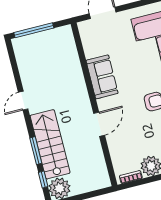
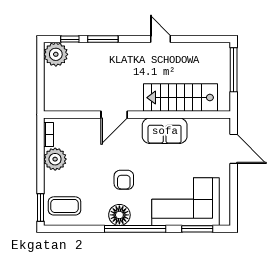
door: (99, 124) -> (114, 115), hinge flipped
stairs: (50, 144) -> (180, 98), moved, turned 180

